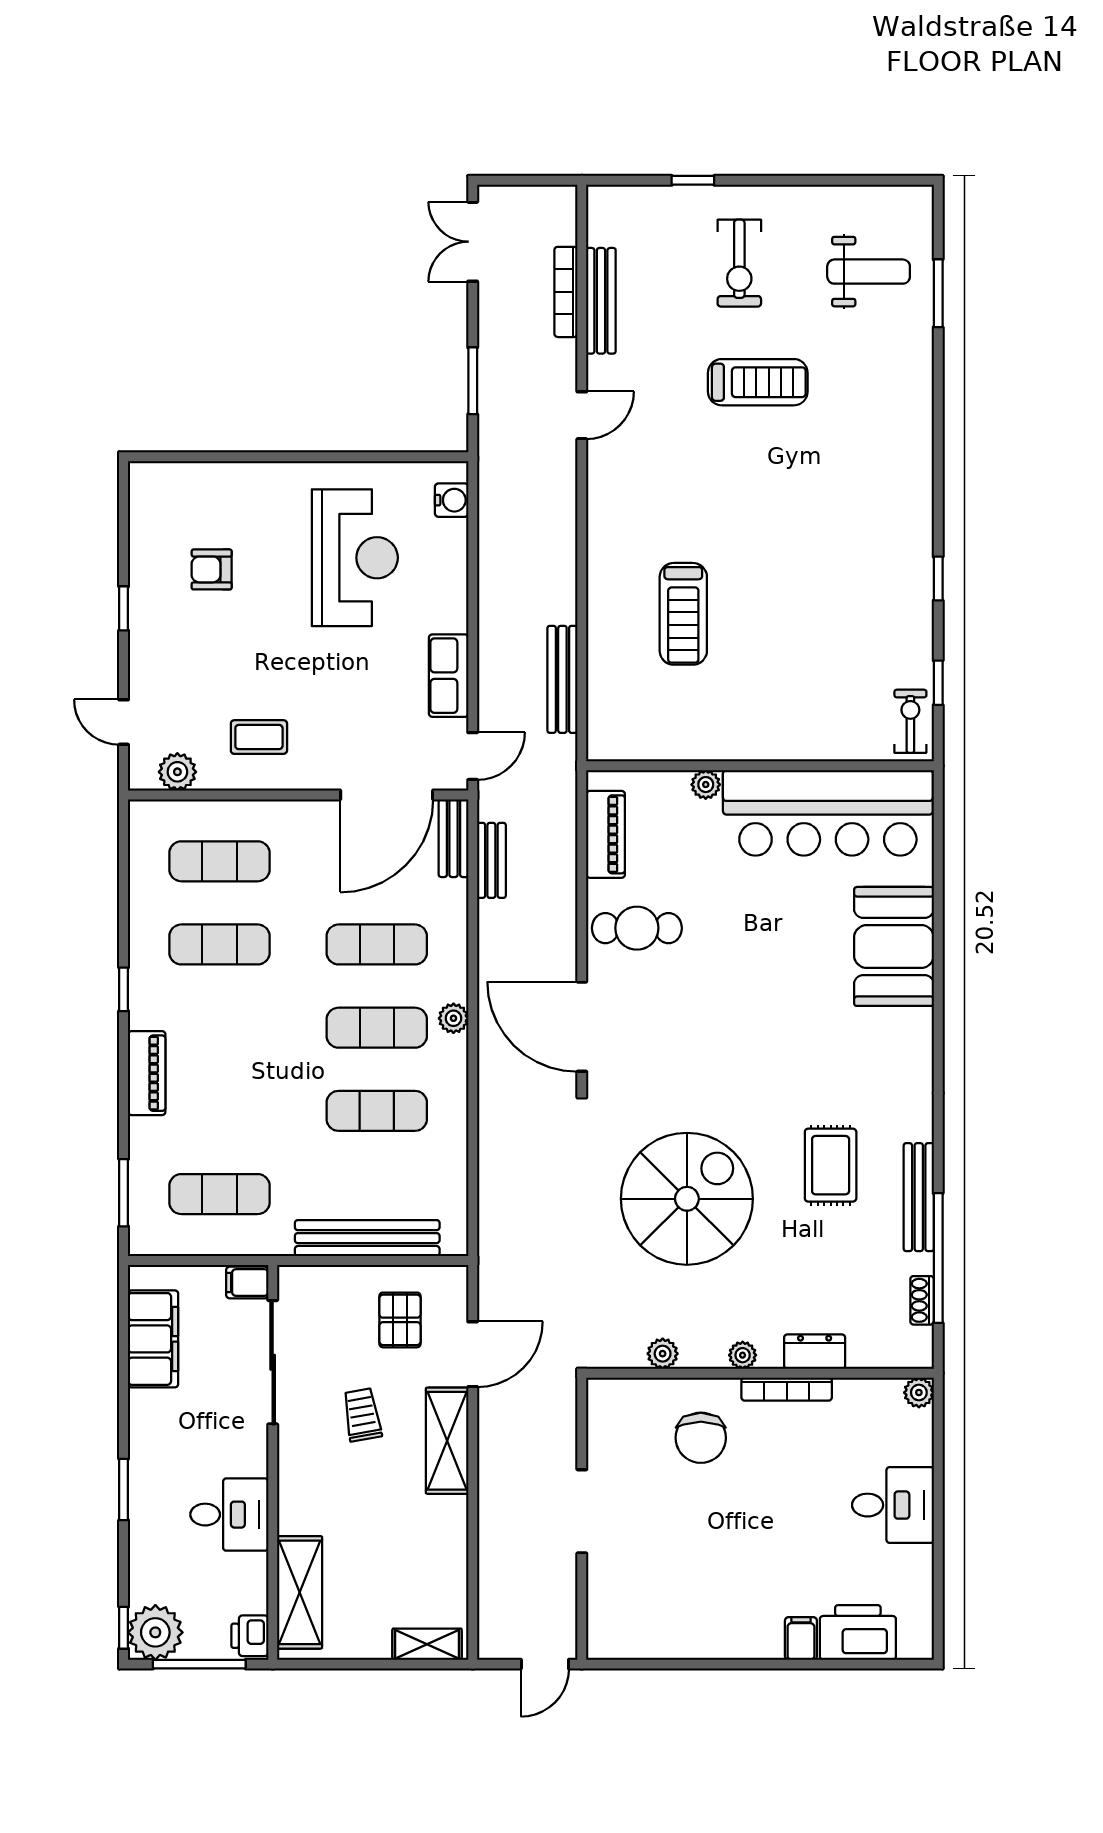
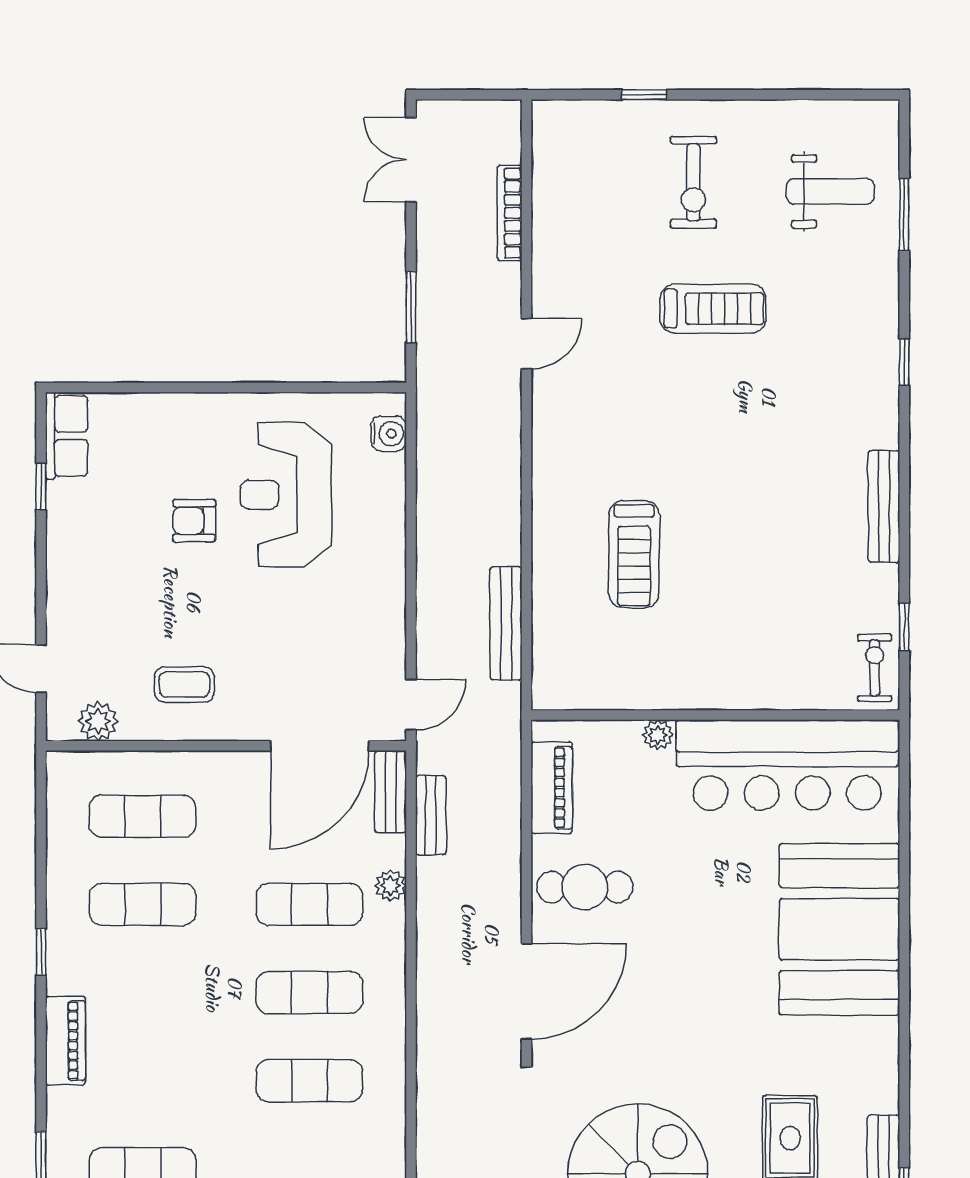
bench: (601, 301) -> (884, 506), moved
reception desk: (355, 558) -> (286, 495), turned 180
armchair: (212, 569) -> (194, 521), moved
window: (938, 579) -> (904, 362), moved
window: (124, 608) -> (41, 487), moved
row of seats: (449, 676) -> (67, 436), moved, turned 180
booth: (894, 946) -> (839, 929), width x1.36, depth x1.42
plant: (453, 1018) -> (391, 886), moved
door: (582, 1027) -> (527, 991), swing flipped

